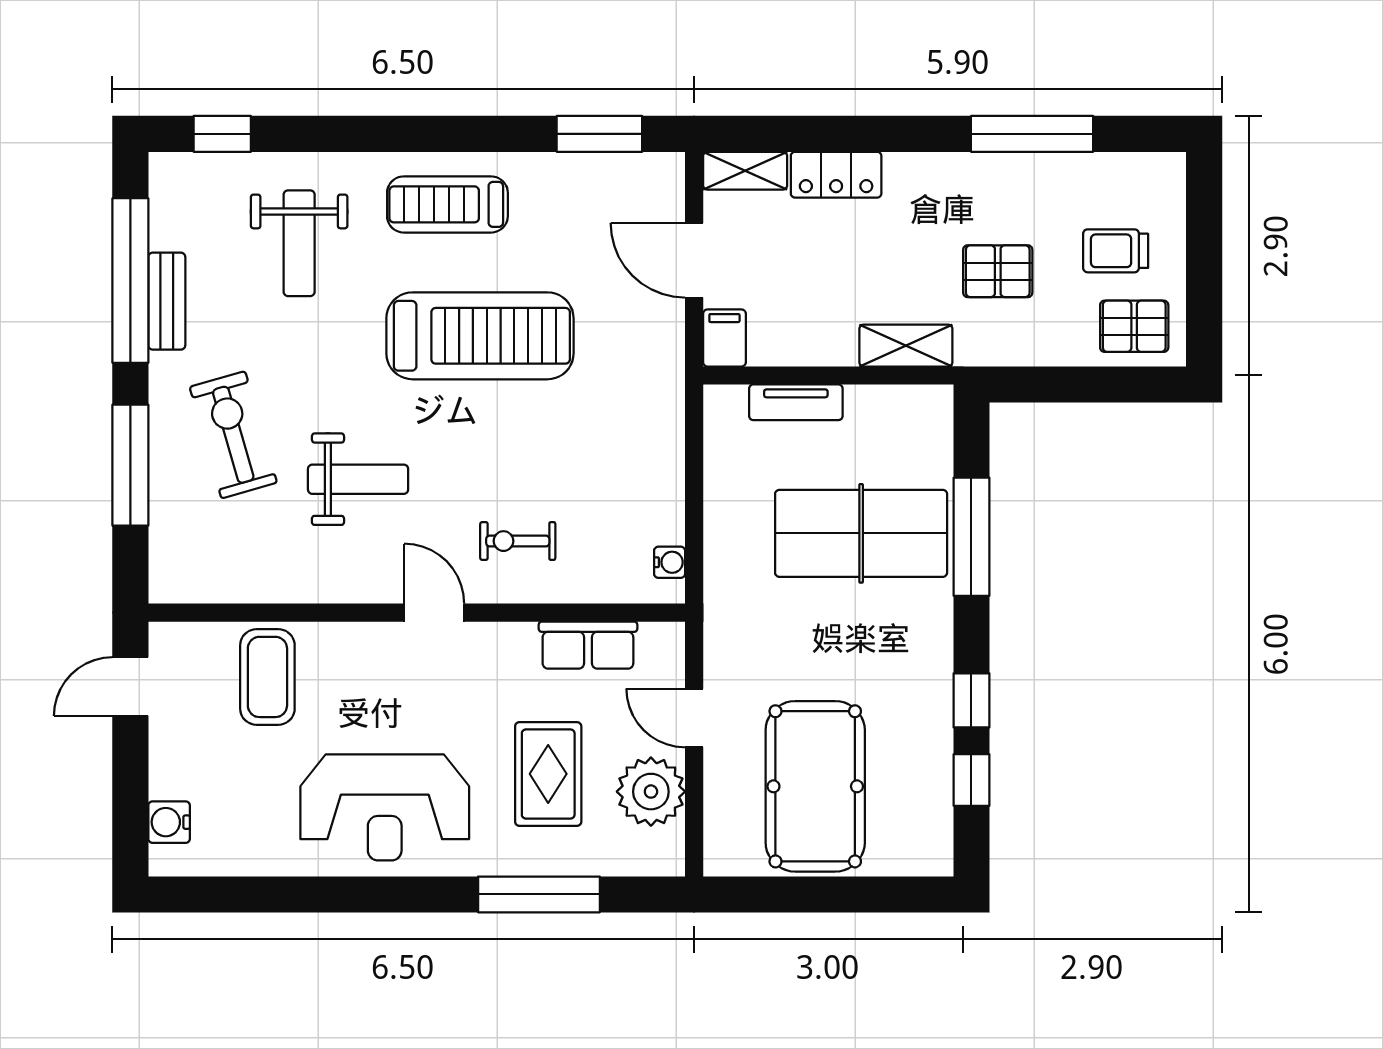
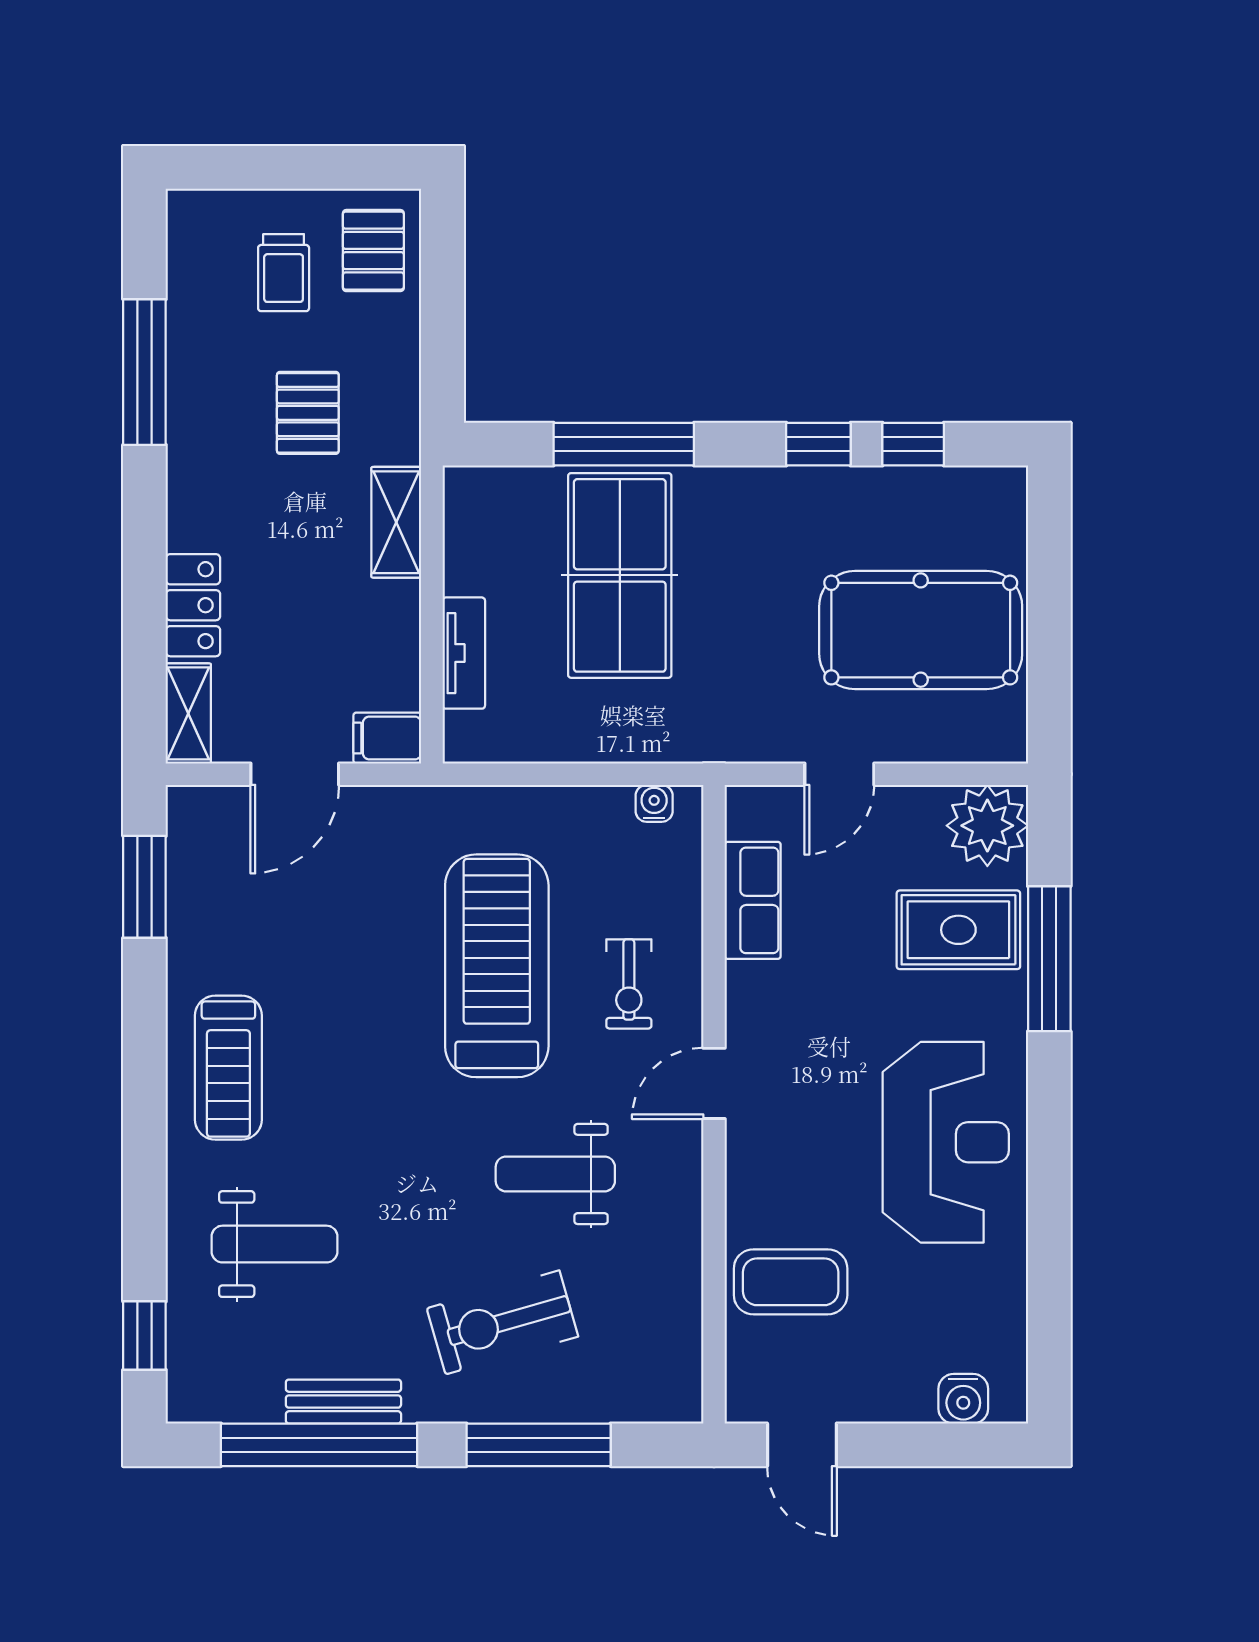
treadmill: (480, 336) -> (497, 966), moved
weight bench: (358, 479) -> (555, 1174), turned -90
rug: (548, 774) -> (958, 930), moved
plant: (651, 792) -> (987, 826), moved

